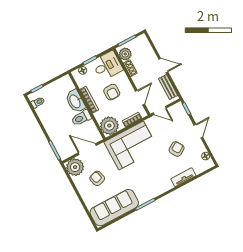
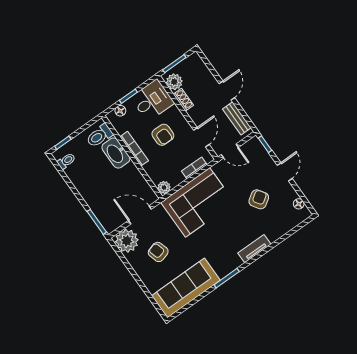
door: (163, 66) -> (227, 91), hinge flipped
toilet: (81, 118) -> (99, 136), moved
plant: (109, 126) -> (164, 188), width x0.53, depth x0.53
tv unit: (183, 177) -> (254, 249), moved

